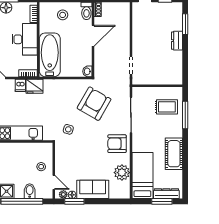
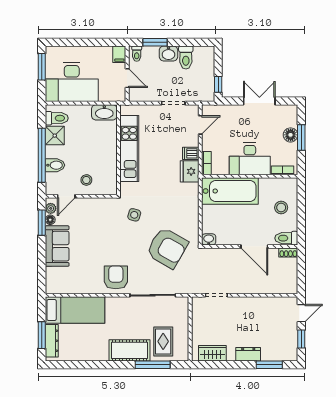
wardrobe: (176, 68) -> (212, 353), added
cot: (174, 154) -> (130, 350), moved
plant: (122, 173) -> (79, 284), removed

